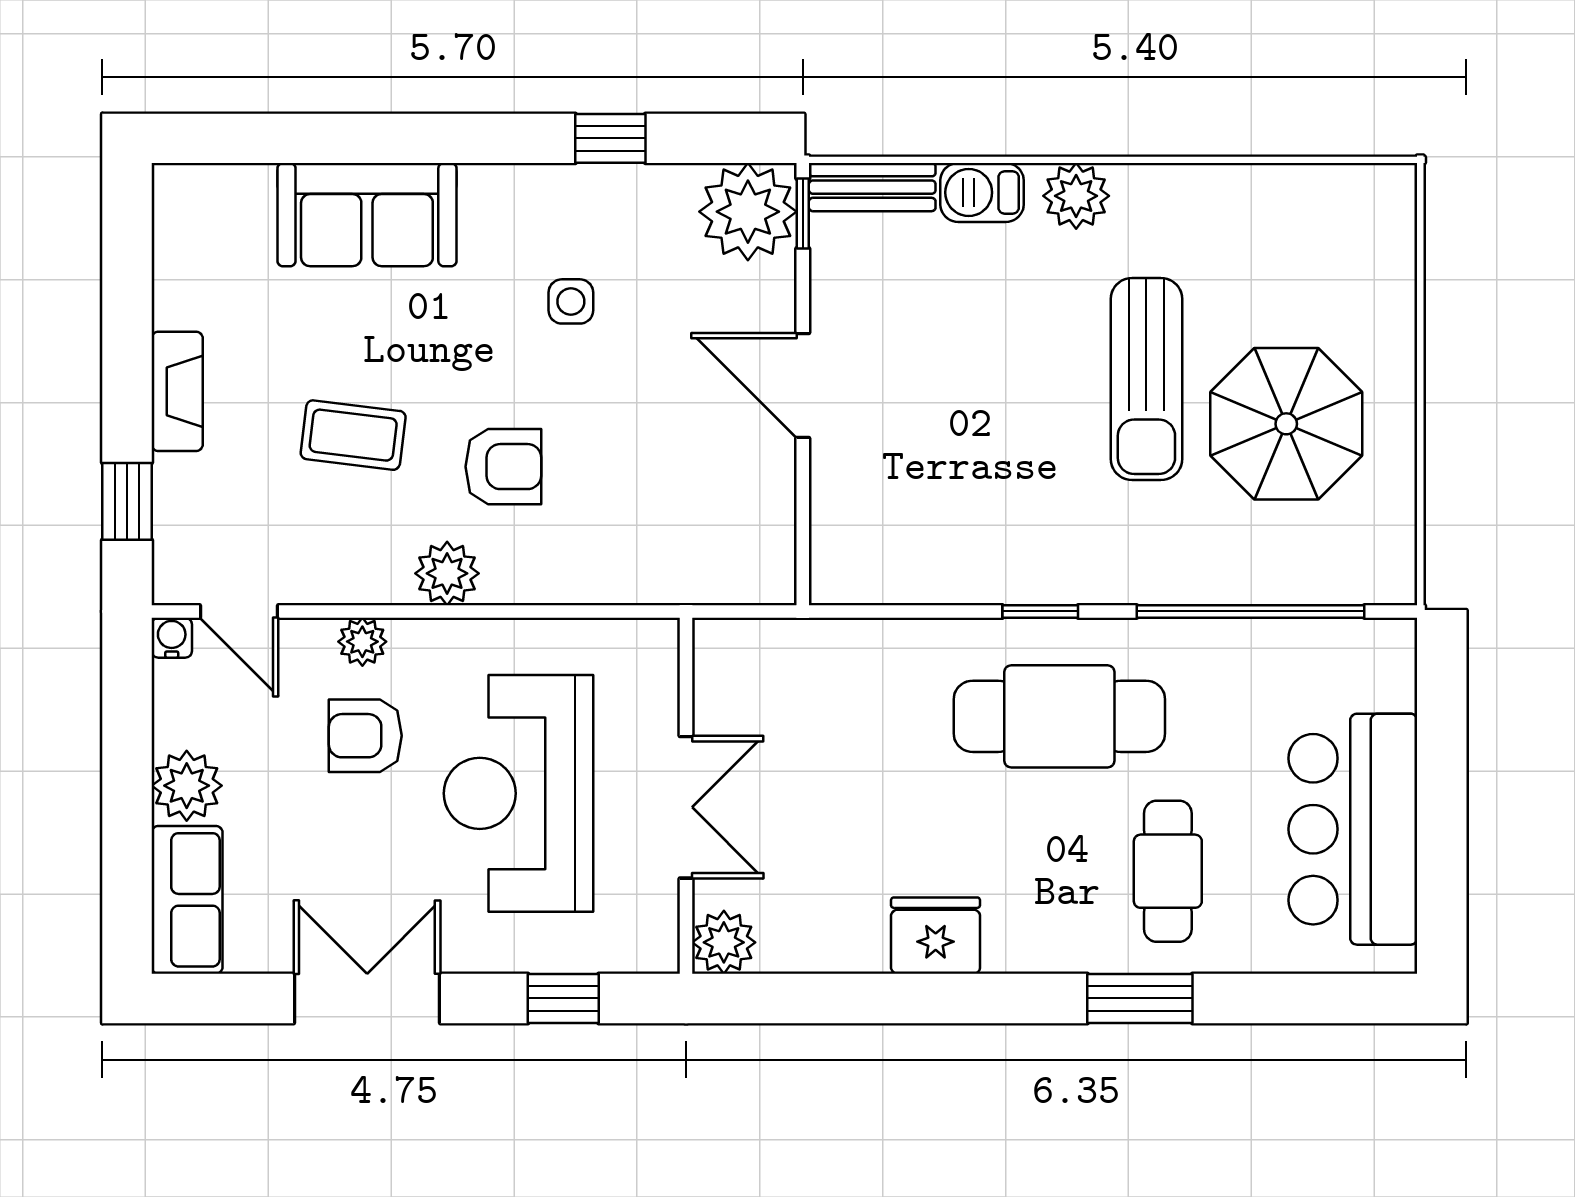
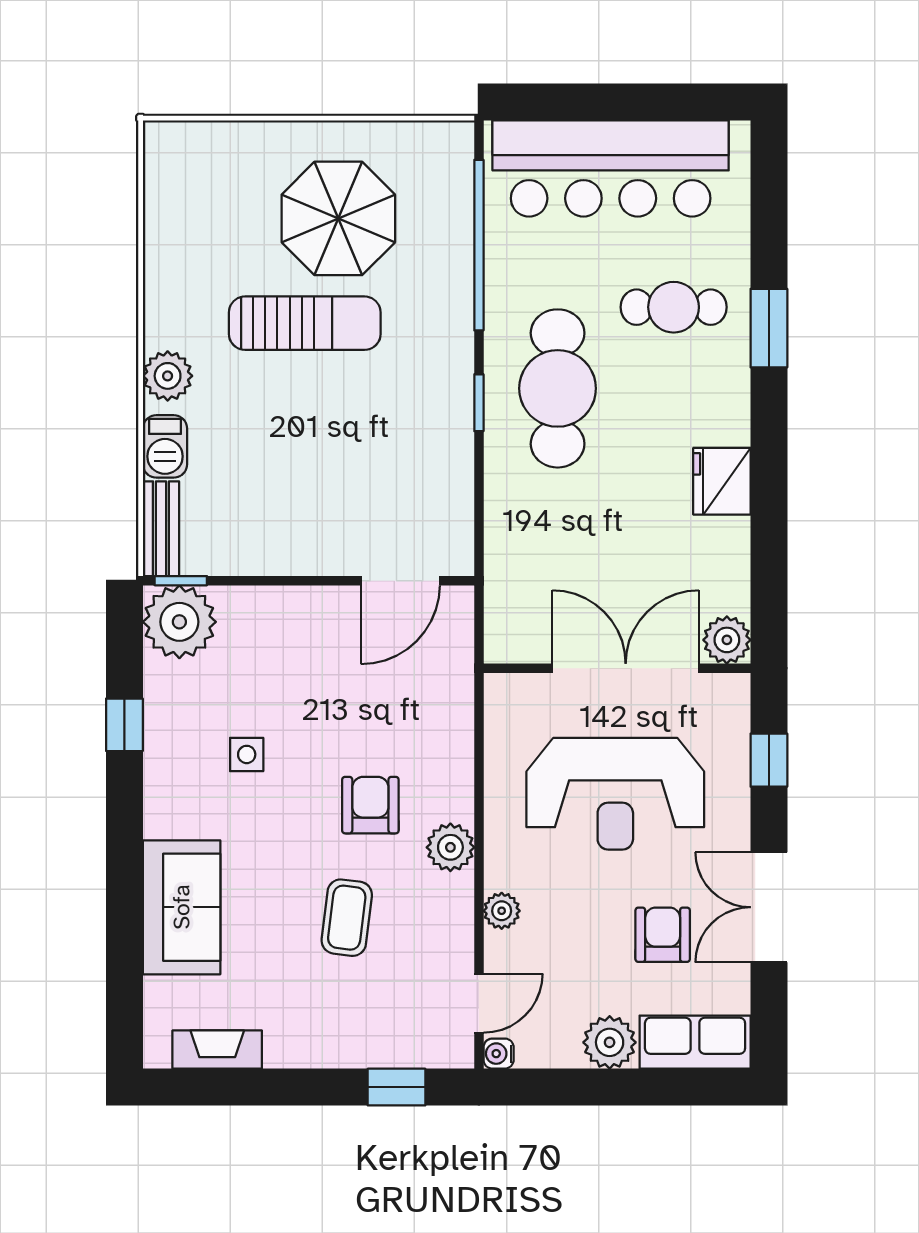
door: (803, 385) -> (400, 581), moved
fireplace: (177, 391) -> (217, 1050), moved
armchair: (365, 736) -> (663, 935), moved, turned 180
double door: (686, 807) -> (626, 668), width x1.37
bar counter: (1353, 829) -> (611, 168), width x1.36

